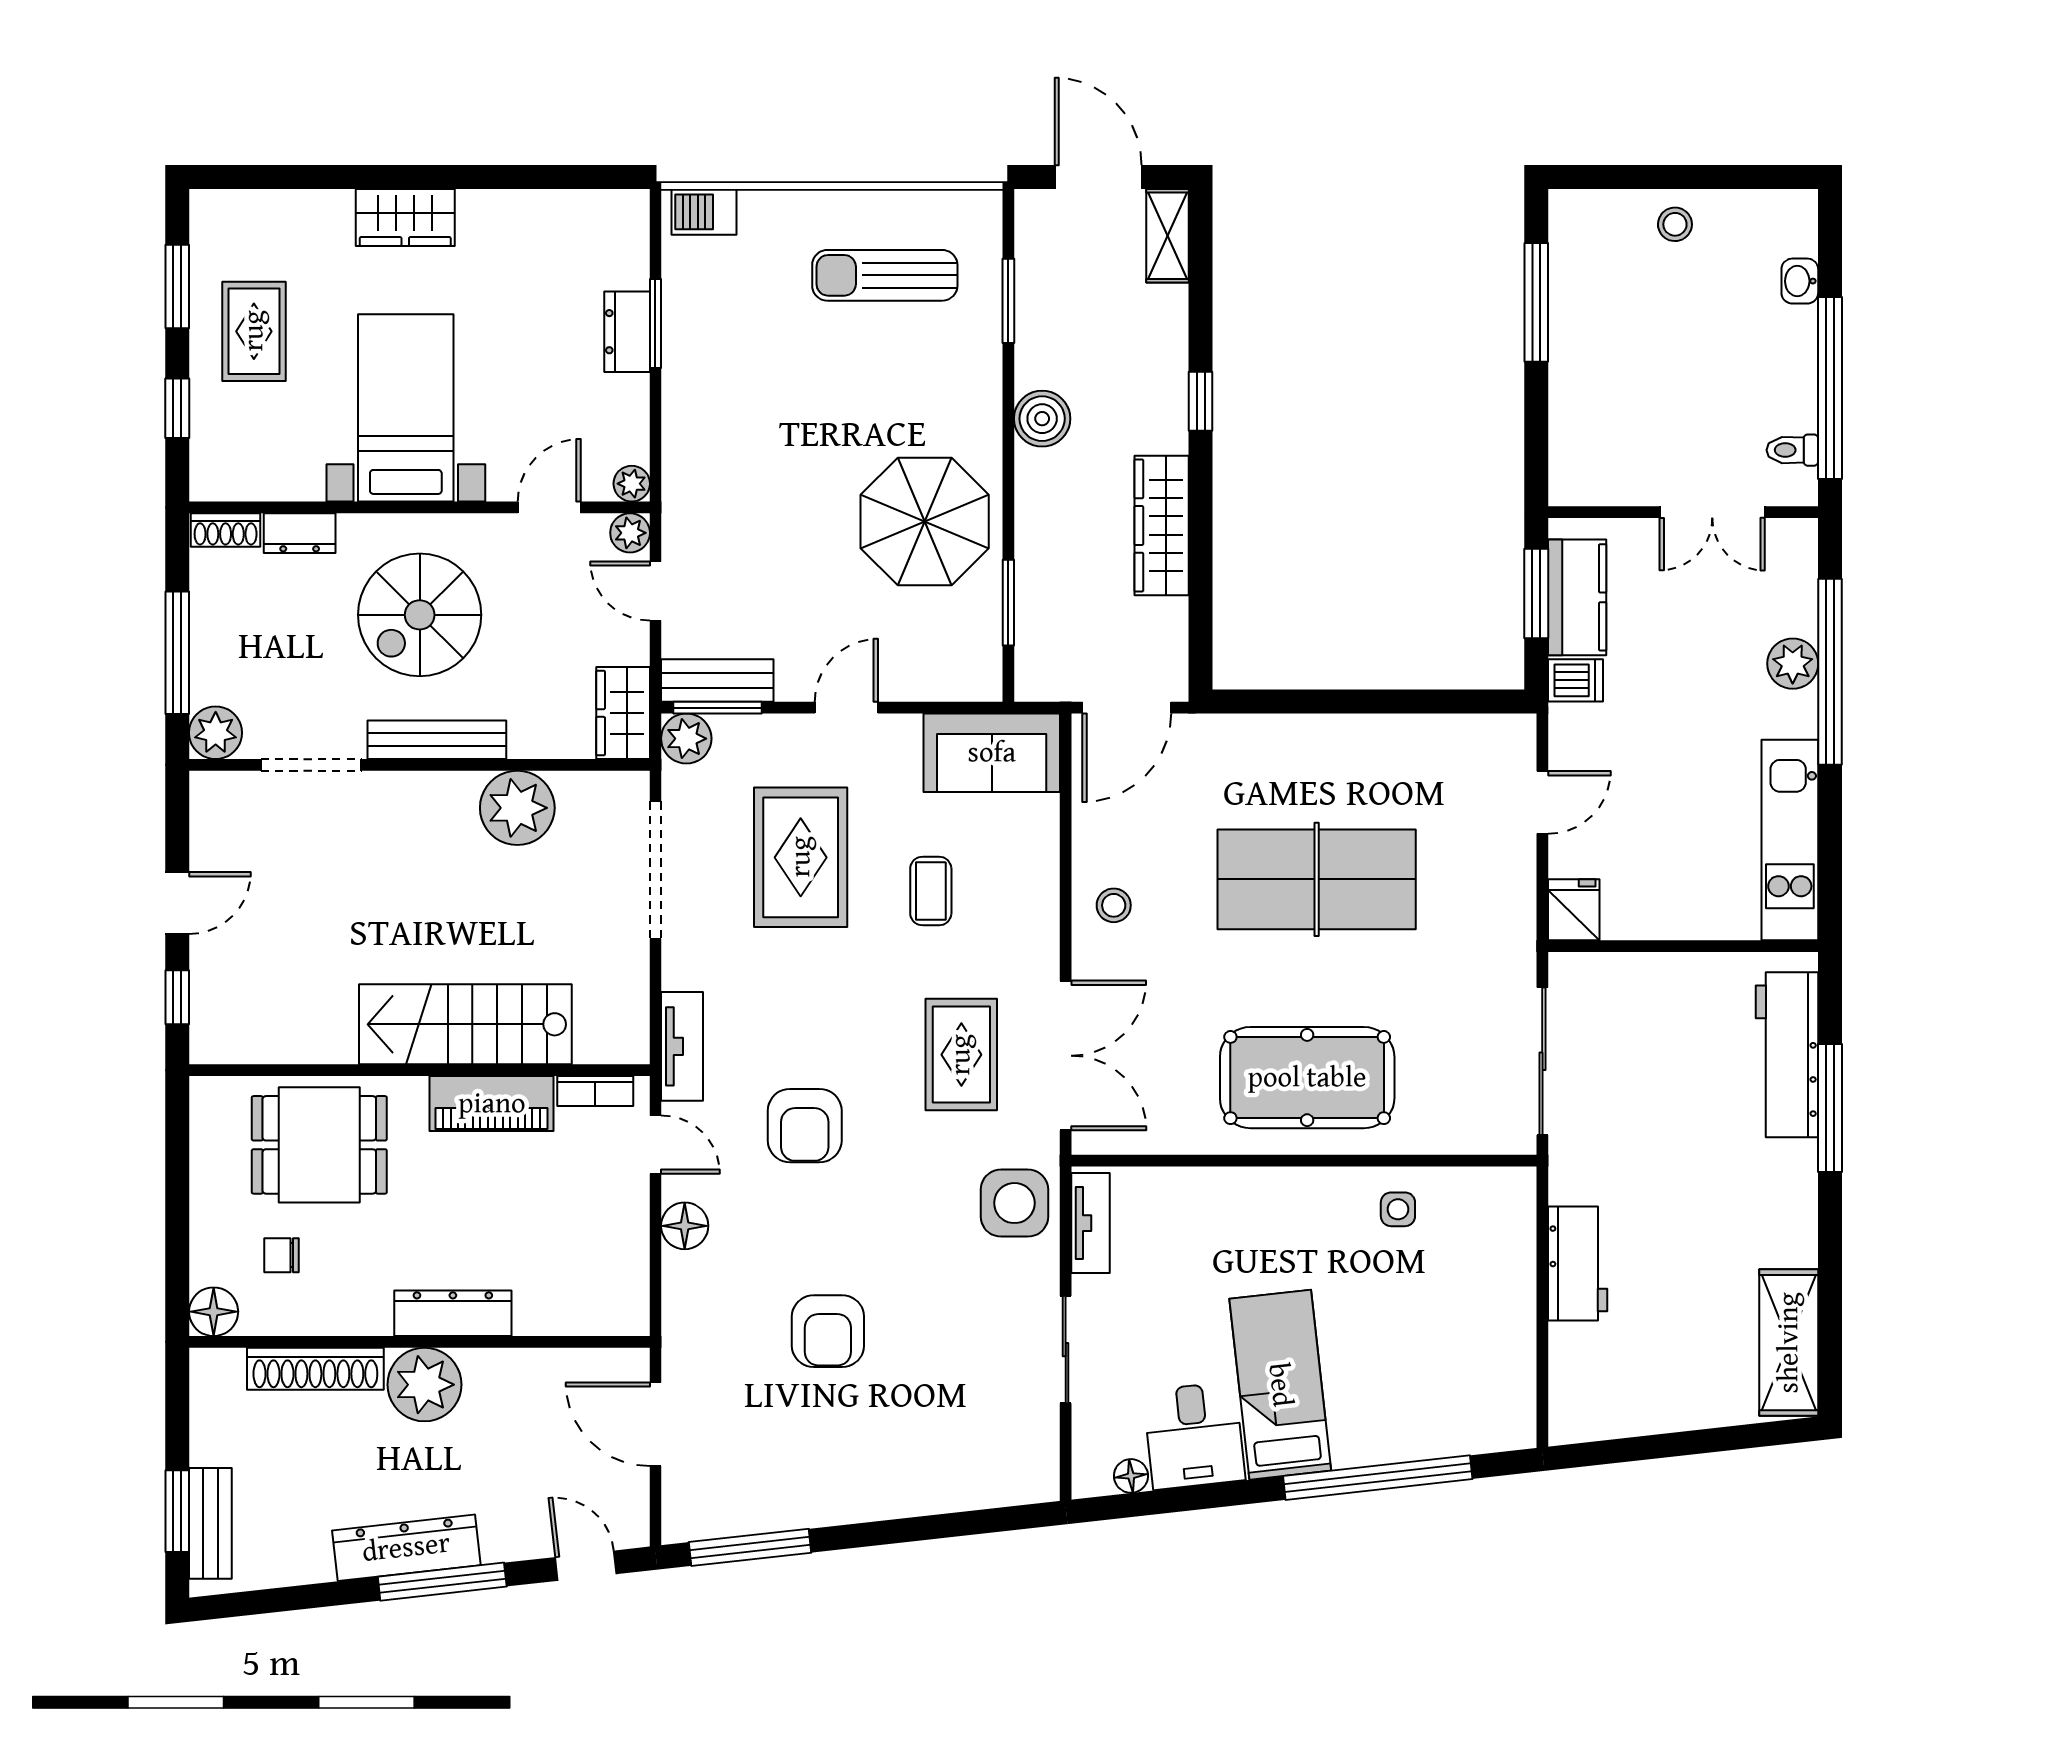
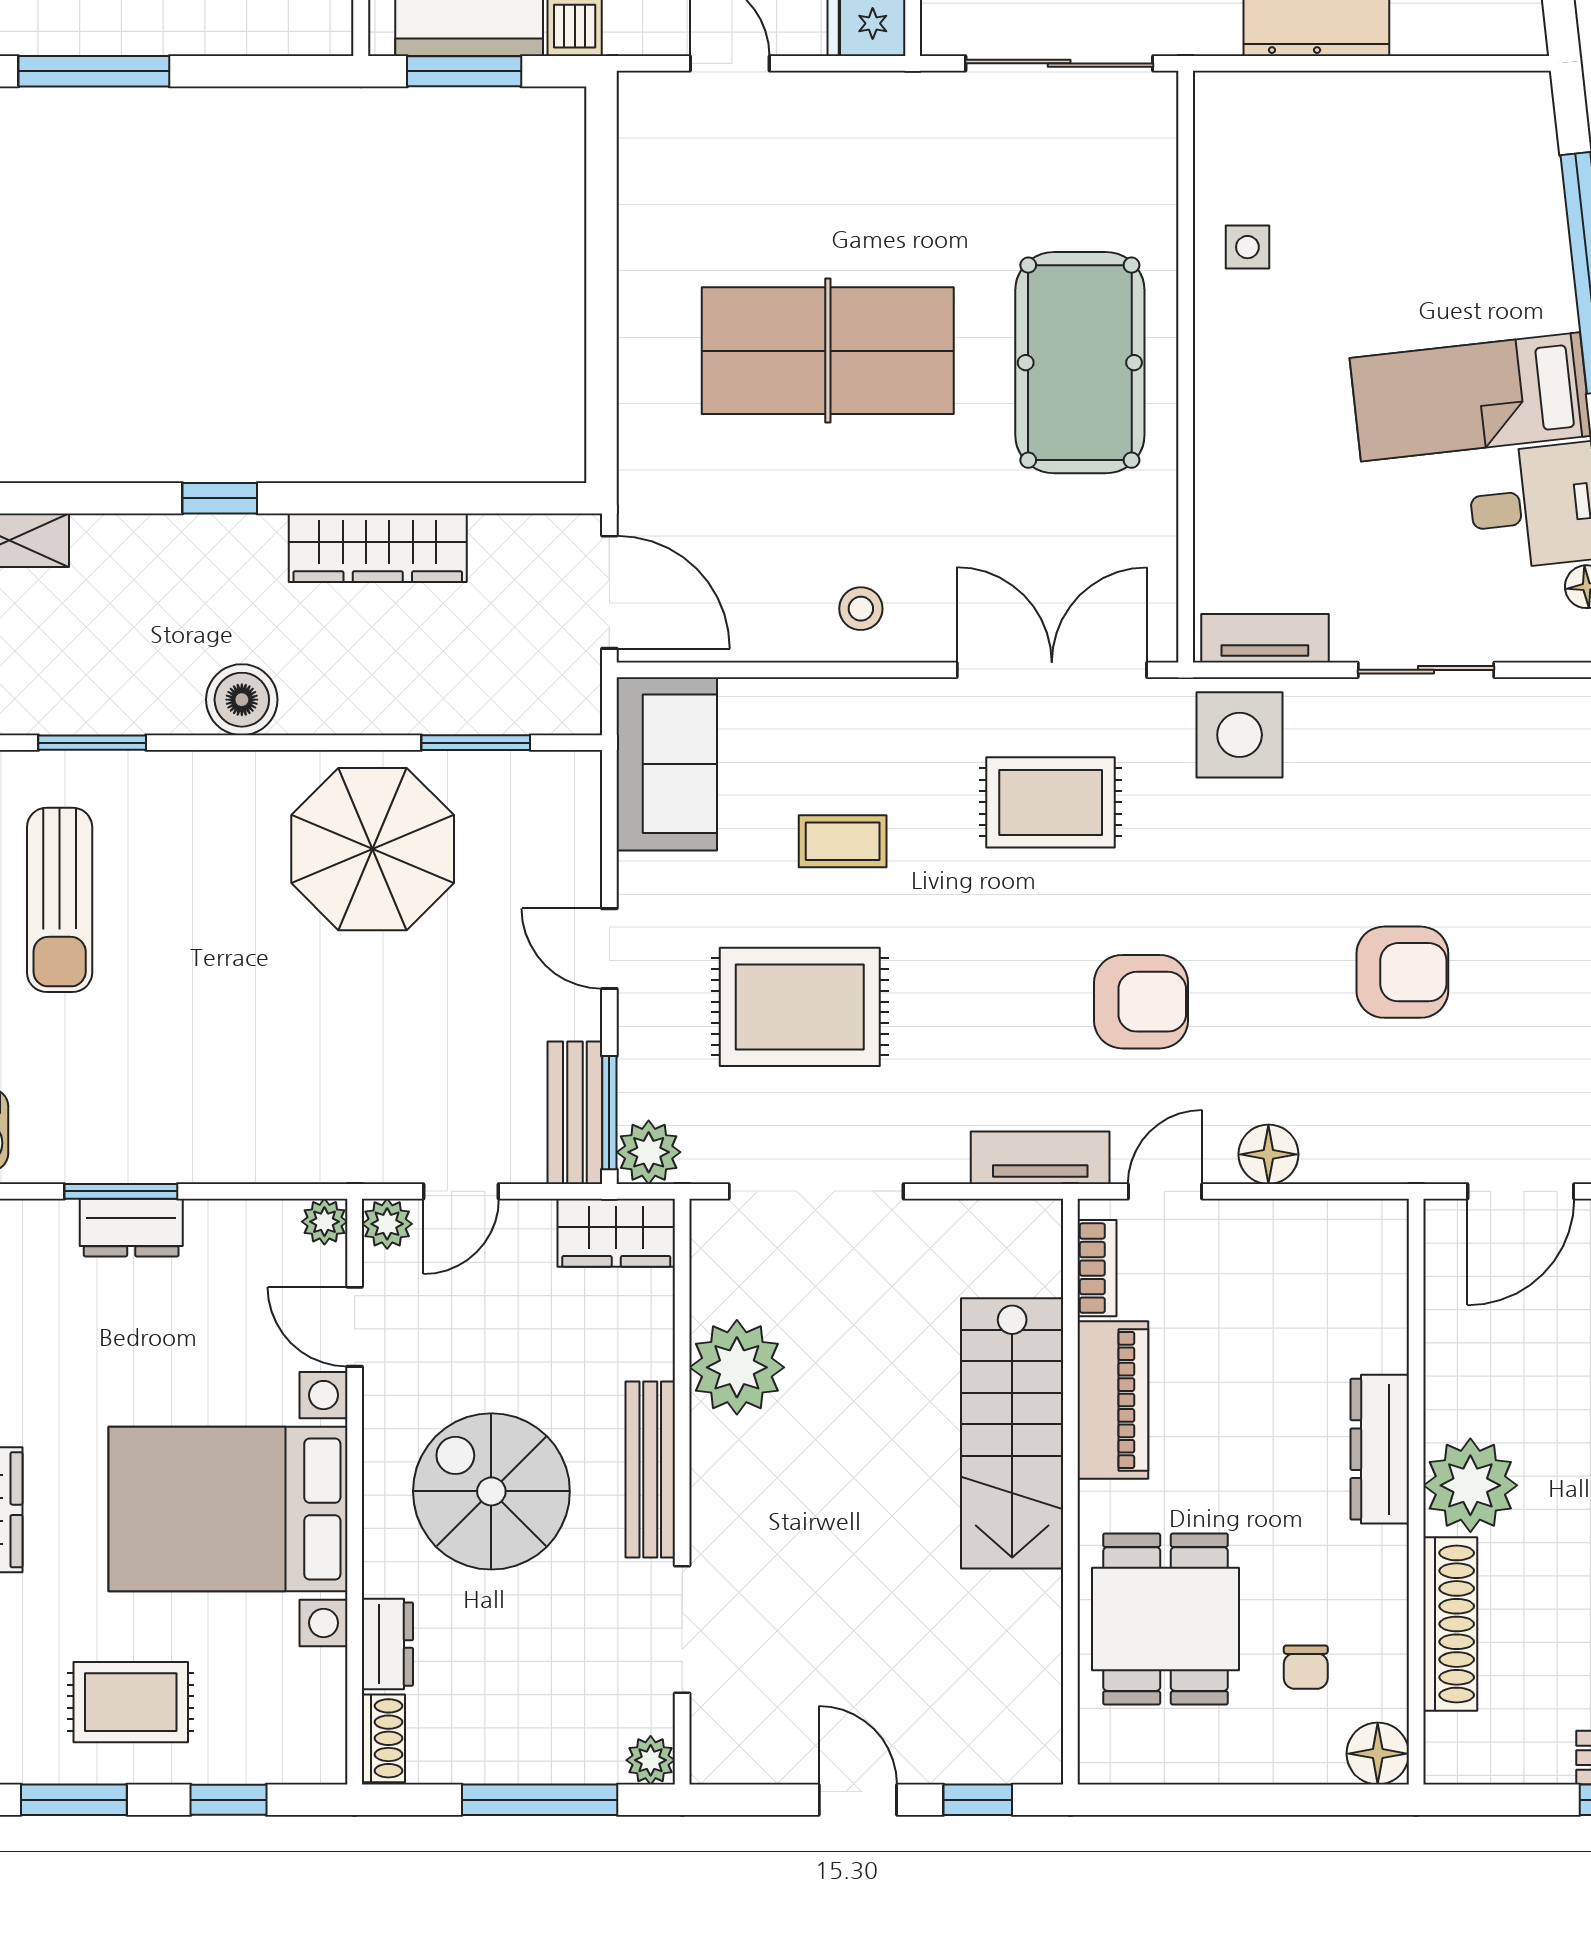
bed with nightstands: (406, 408) -> (228, 1509), width x1.36
spiral stairs: (420, 615) -> (491, 1491), turned 180
plant: (216, 733) -> (651, 1760), width x0.73, depth x0.73
table tennis table: (1317, 879) -> (828, 351), turned 90

